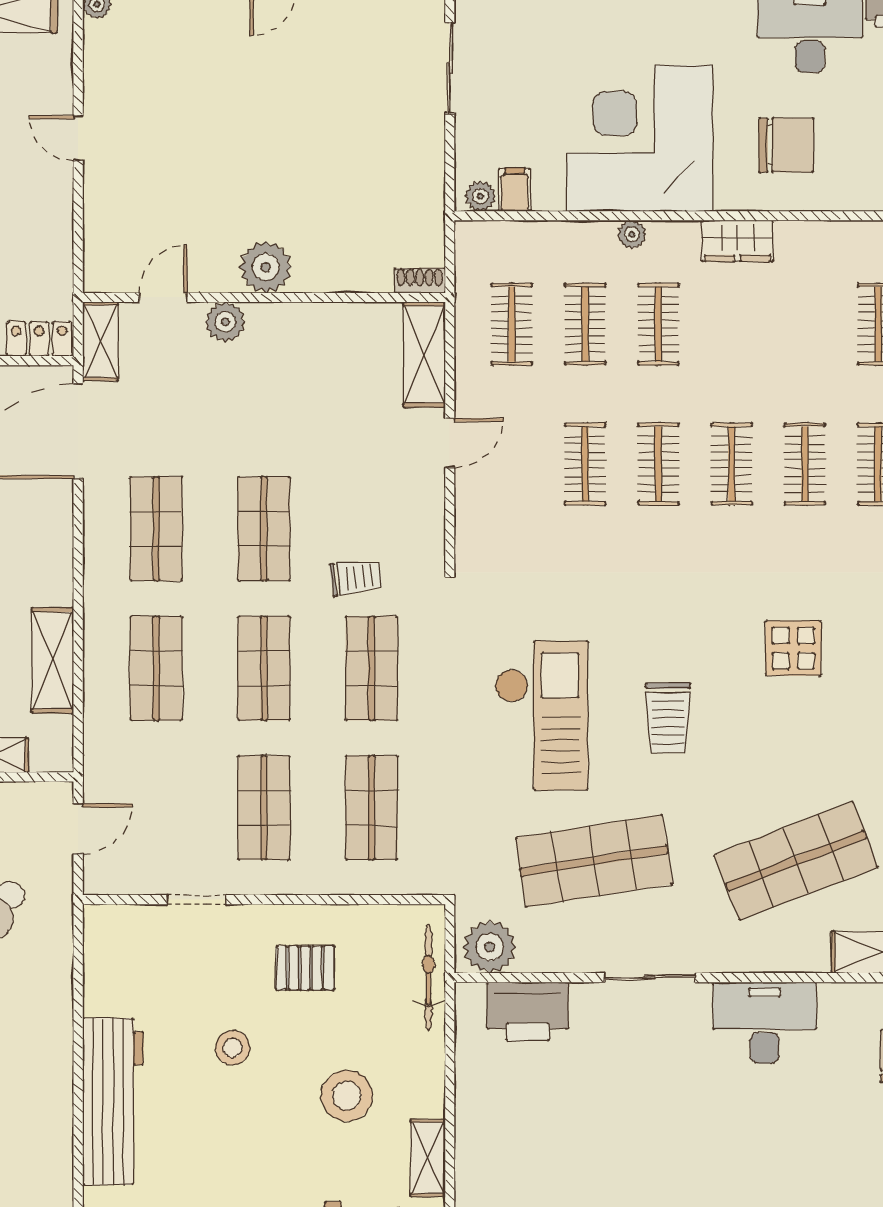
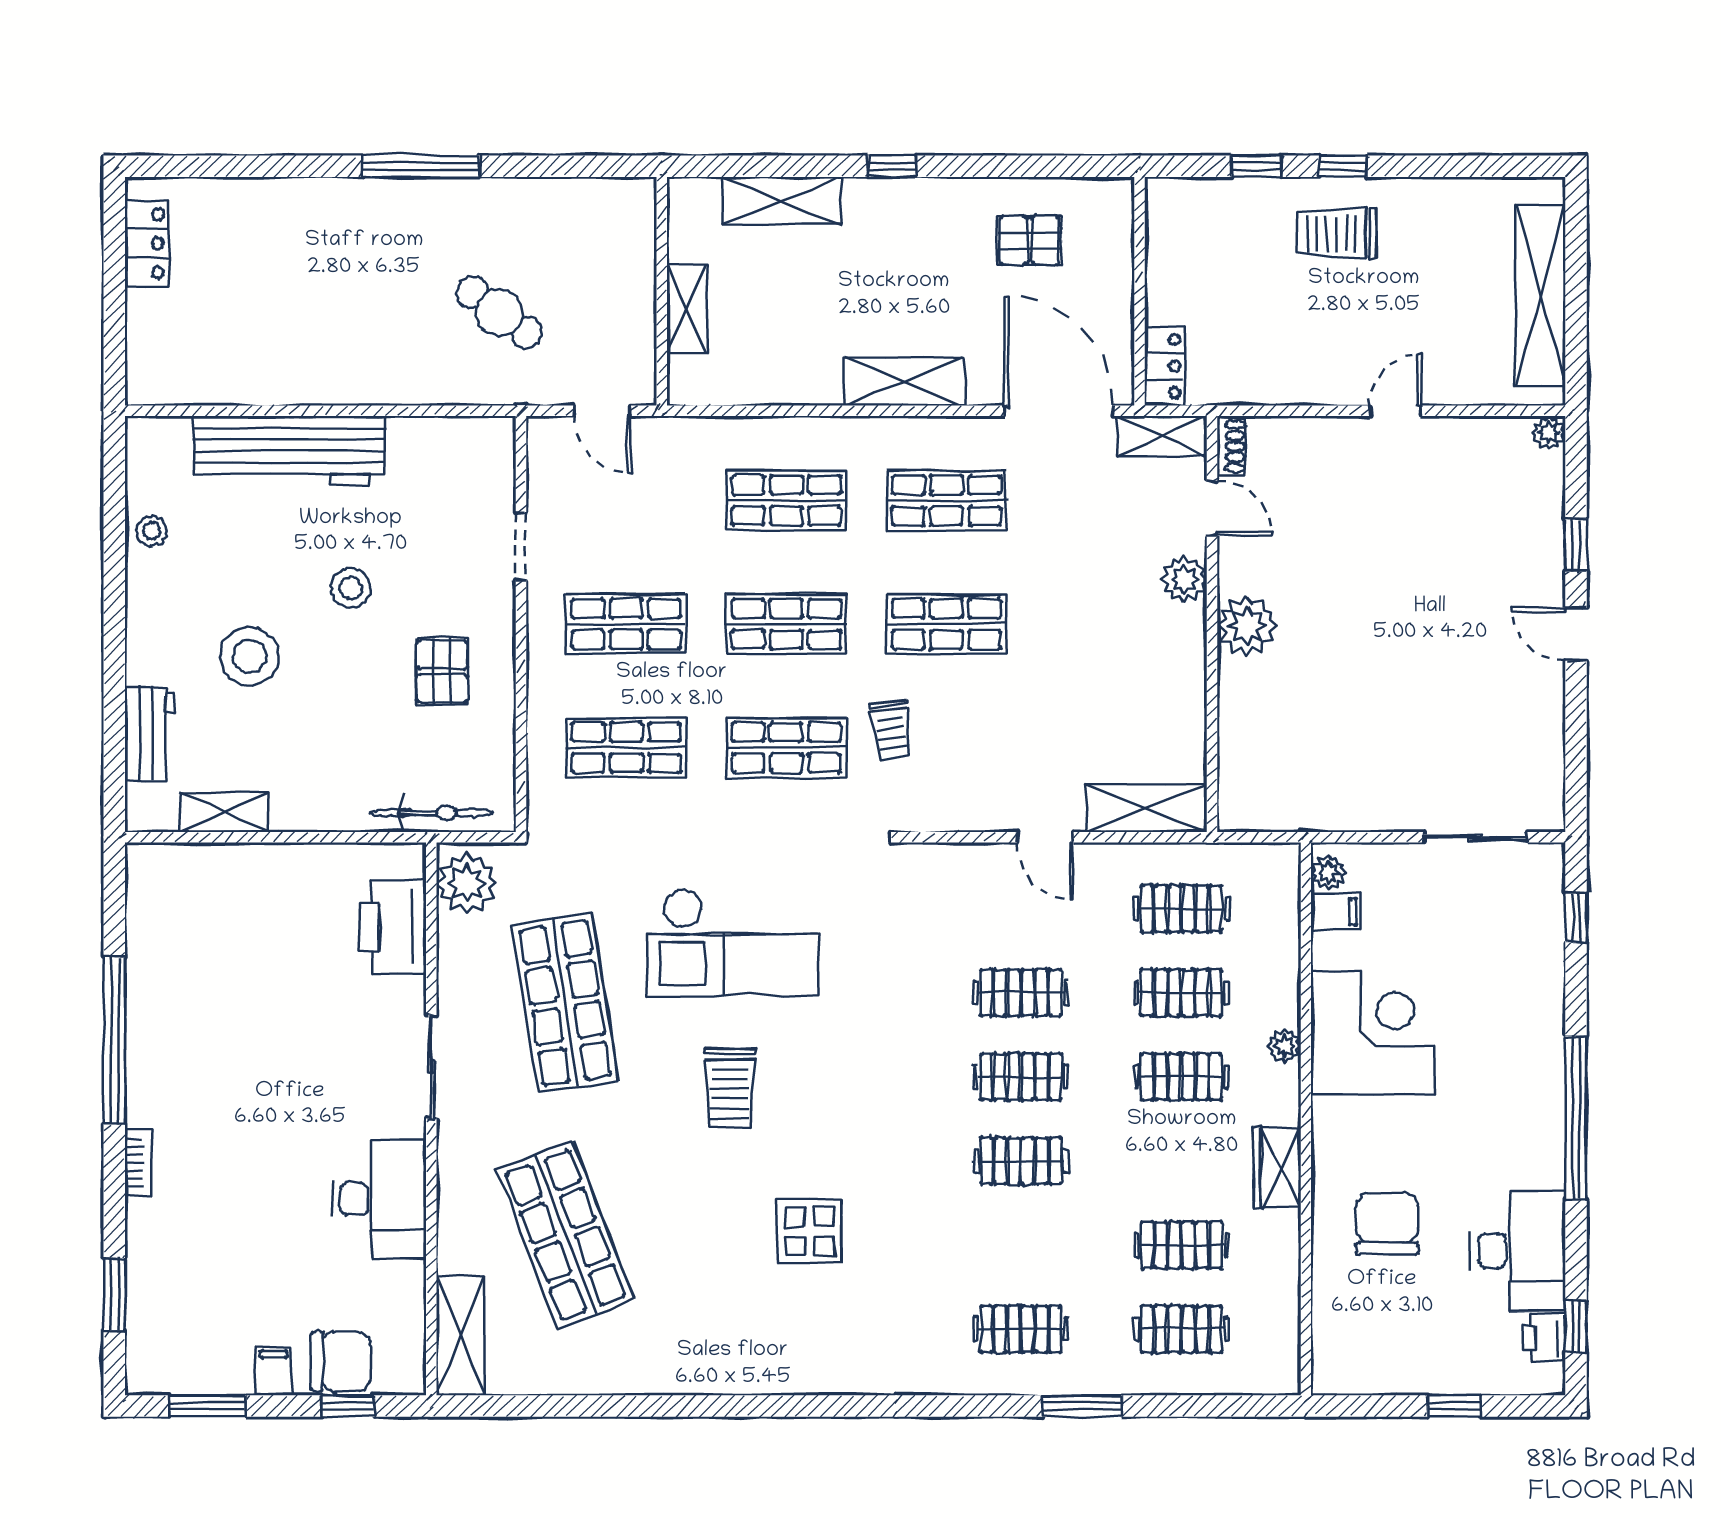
corner desk: (640, 138) -> (1373, 1033), width x0.74, depth x0.74
chair: (786, 145) -> (1387, 1223), turned 180
shoe rack: (420, 281) -> (1231, 446), moved
clothes rail: (805, 464) -> (1181, 1245), moved
shelving: (53, 660) -> (904, 381), moved
trolley: (668, 718) -> (730, 1088), turned -90
stool: (347, 1096) -> (250, 656), moved

